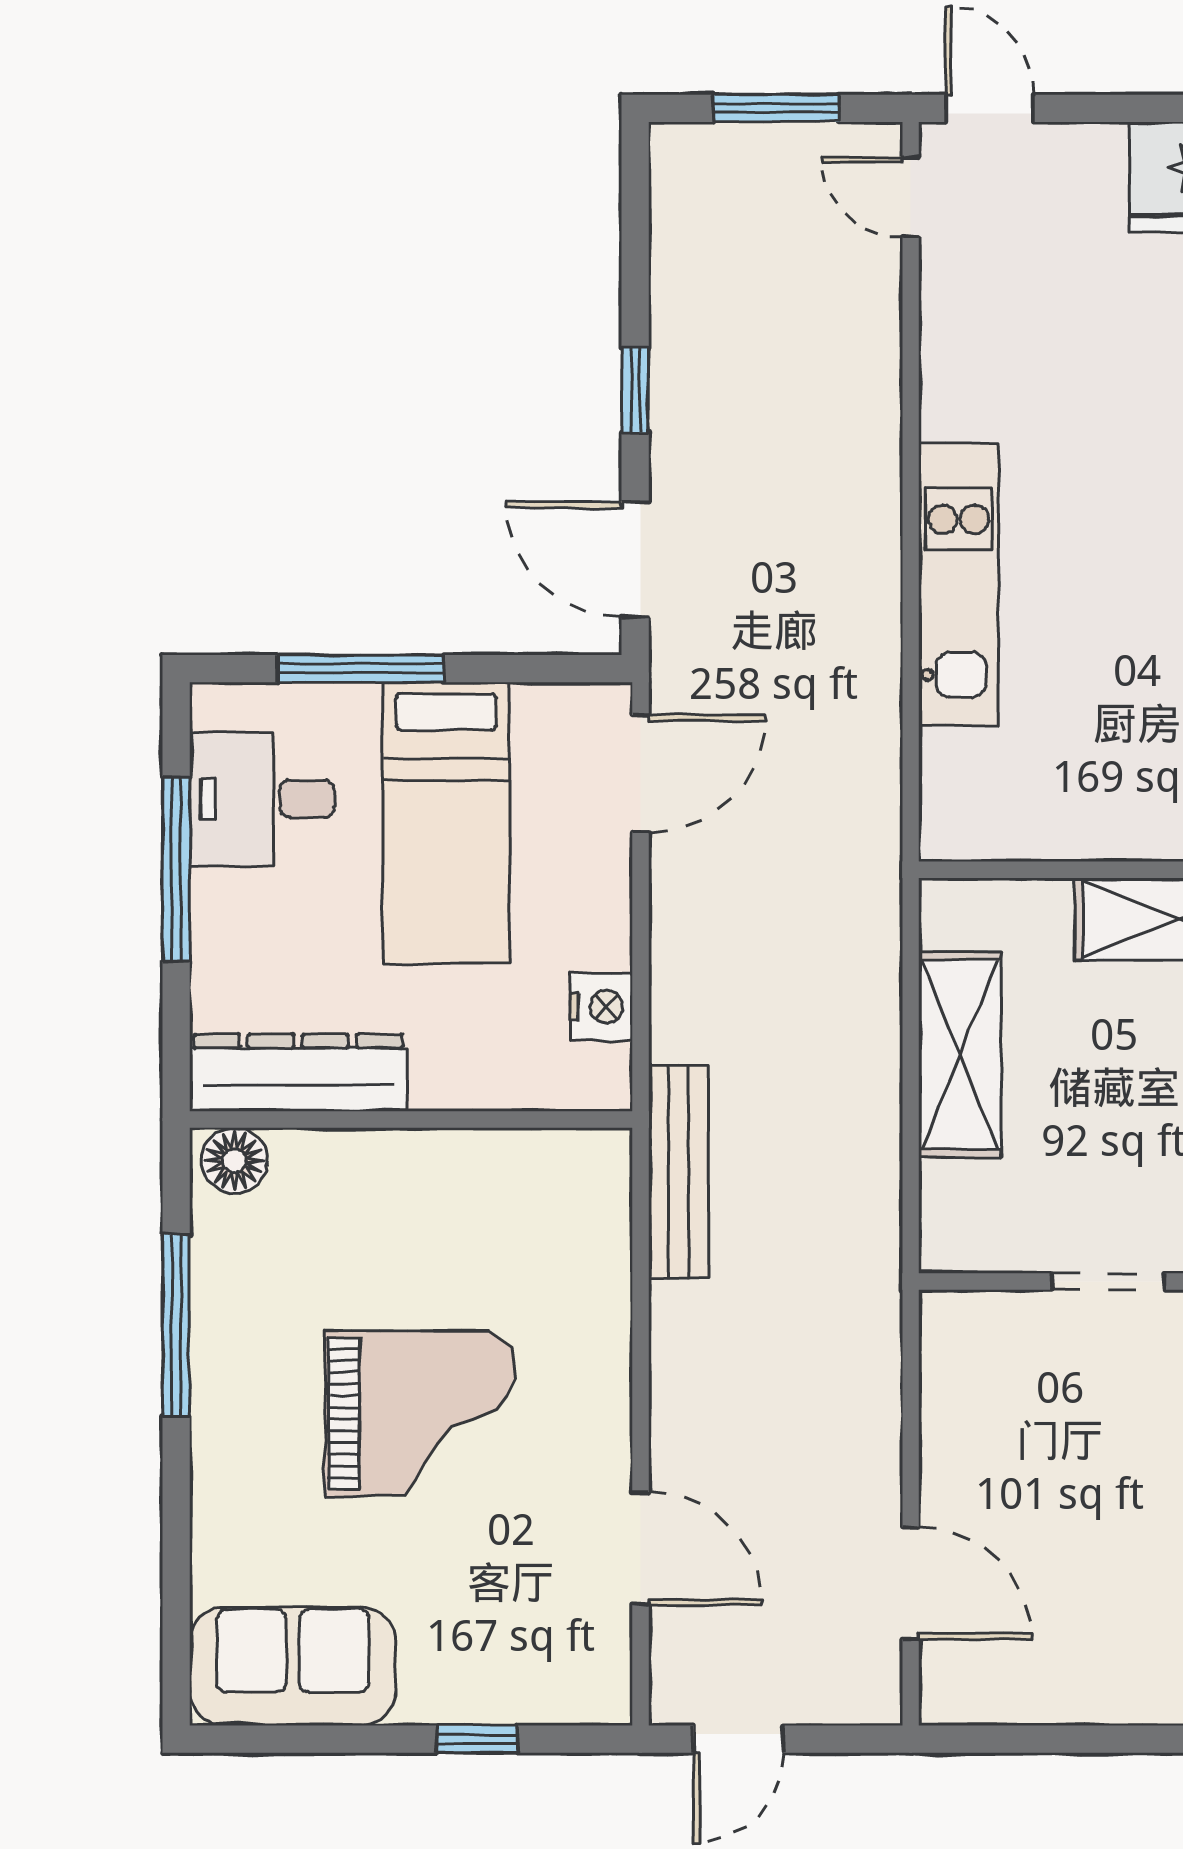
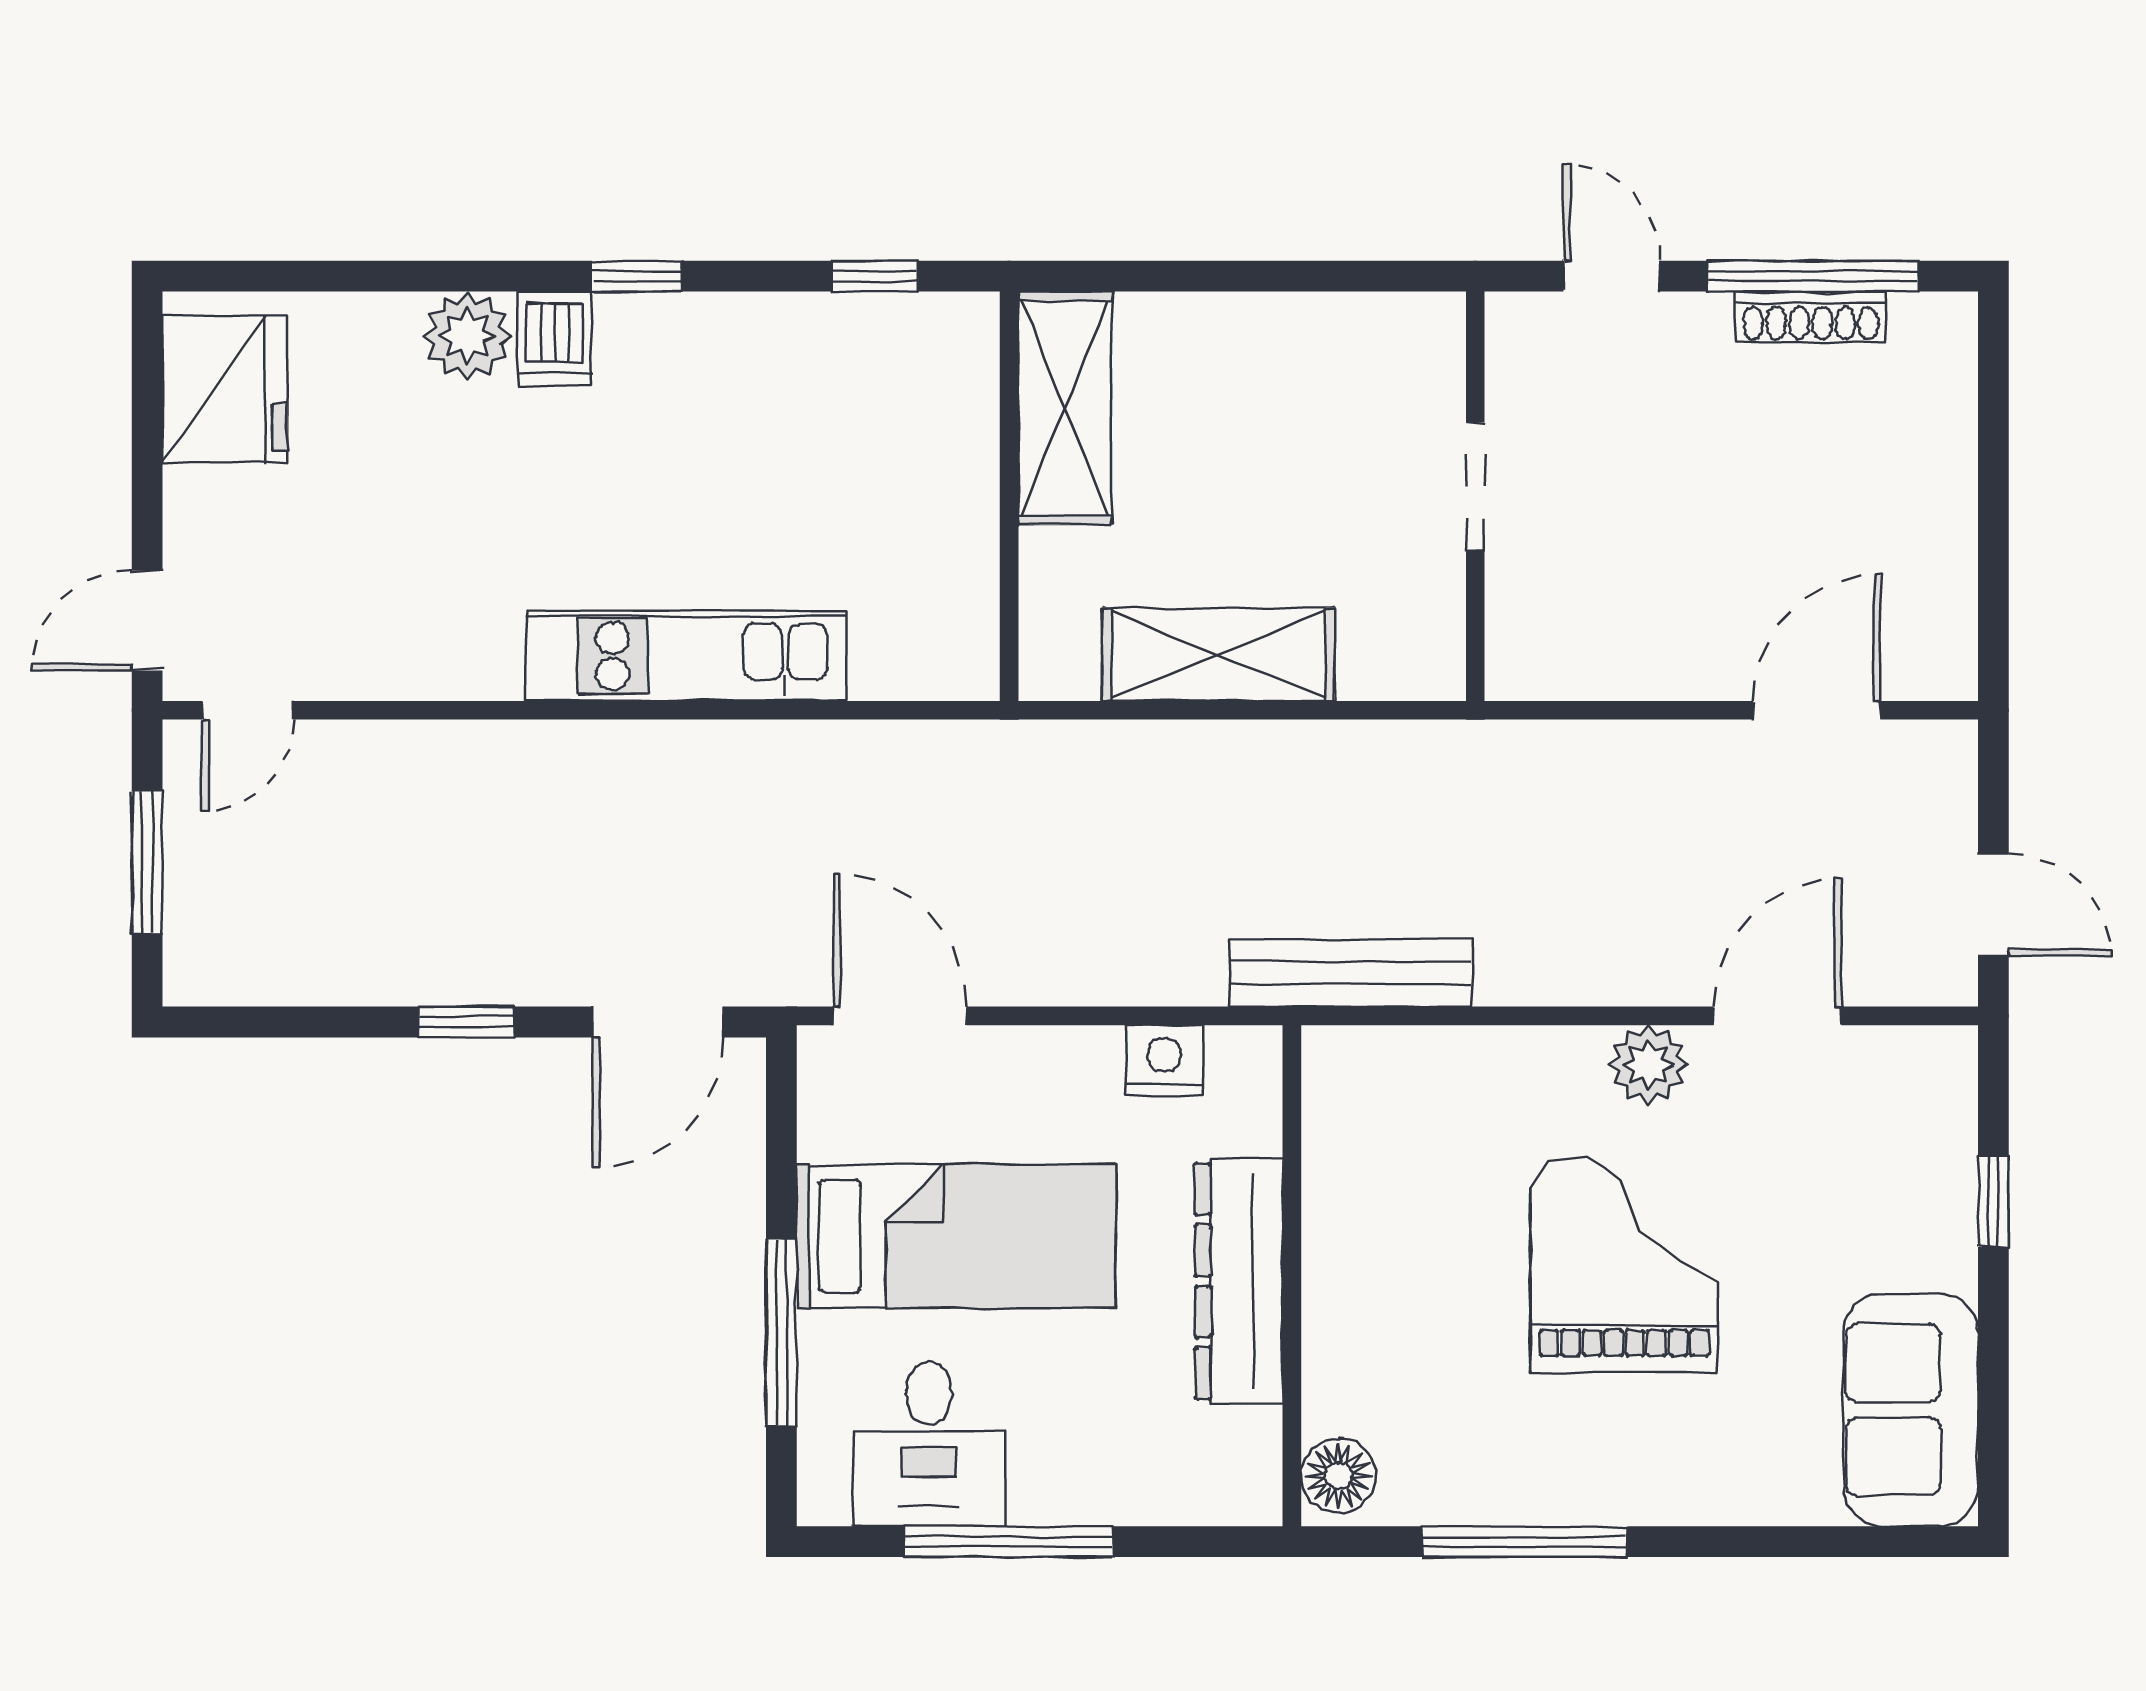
dresser: (298, 1073) -> (1239, 1281), moved
plant: (598, 1434) -> (1648, 1064), added

